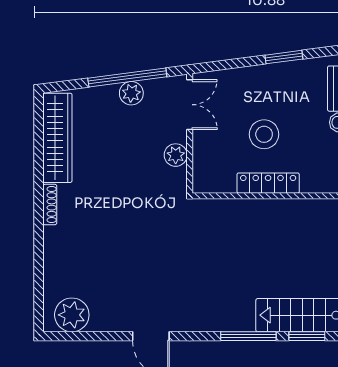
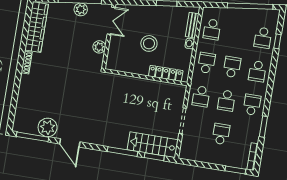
locker: (268, 183) -> (166, 73), moved
plant: (72, 315) -> (48, 127), moved
window: (82, 336) -> (32, 137), added

